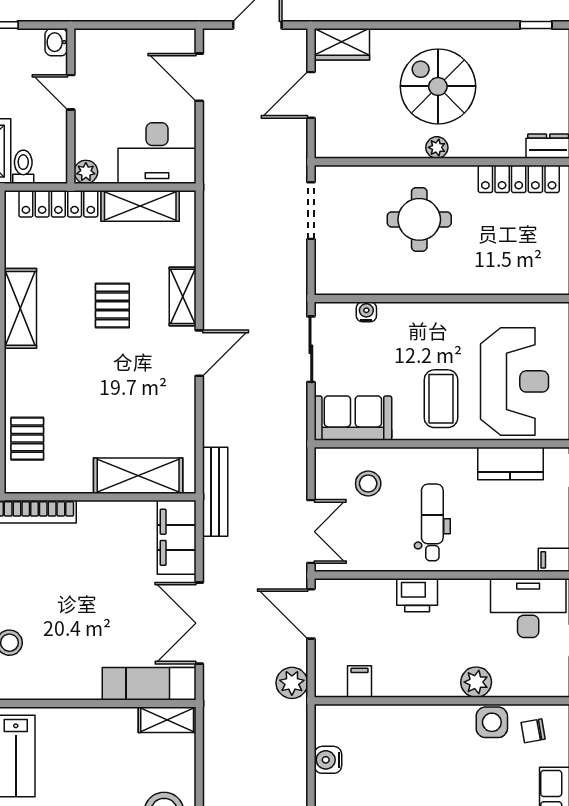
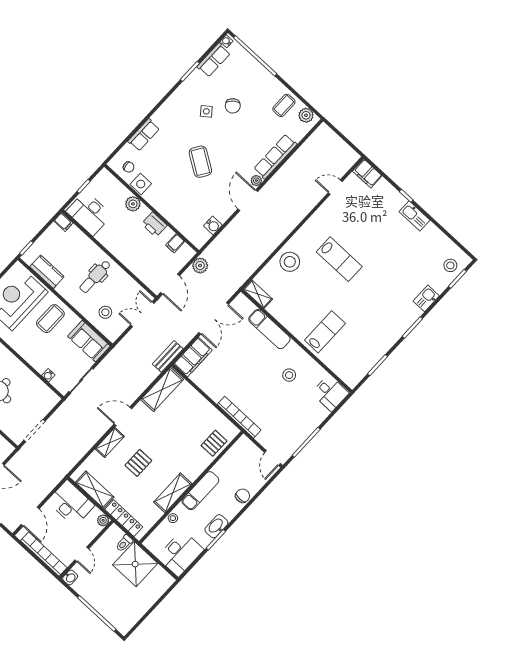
bookcase: (127, 40) -> (44, 554), added
shelving: (138, 476) -> (162, 389), moved, turned 90
bench: (215, 492) -> (168, 356), width x0.73
printer: (417, 595) -> (154, 225), moved, turned 180
exam couch: (149, 684) -> (269, 329), moved

